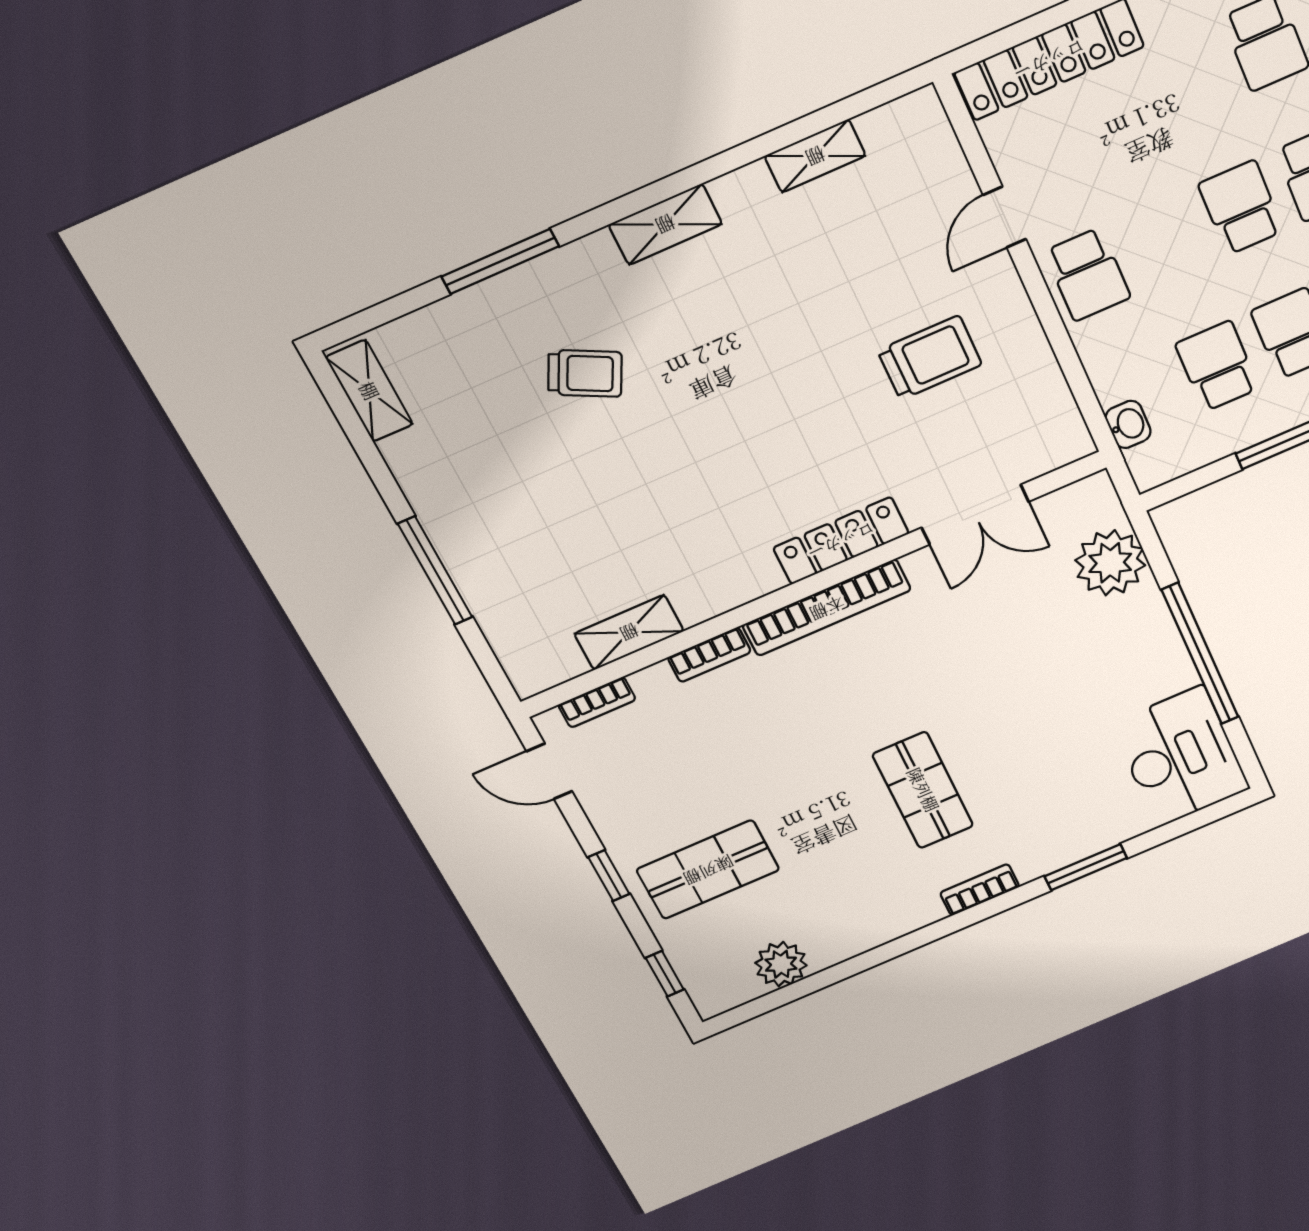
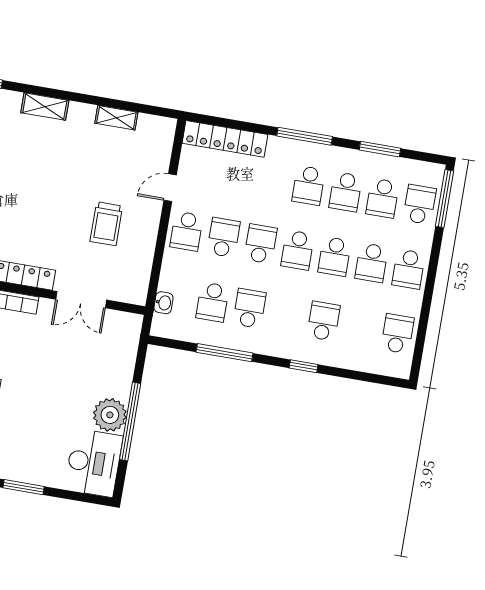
school desk: (1164, 241) -> (224, 237), added
trolley: (930, 358) -> (106, 224), turned 90
school desk: (1217, 366) -> (212, 302), turned 180
plant: (1110, 563) -> (110, 415), moved

